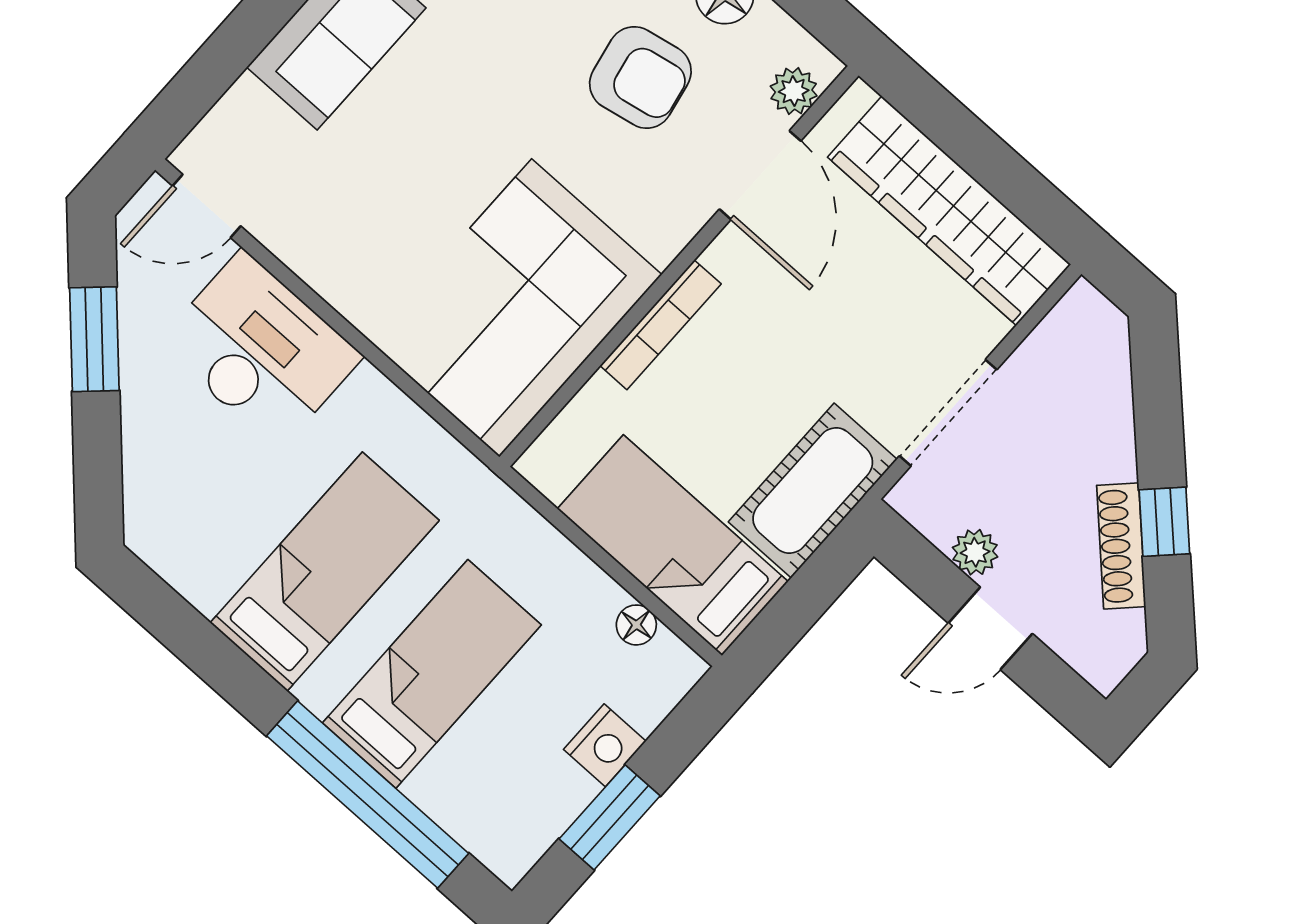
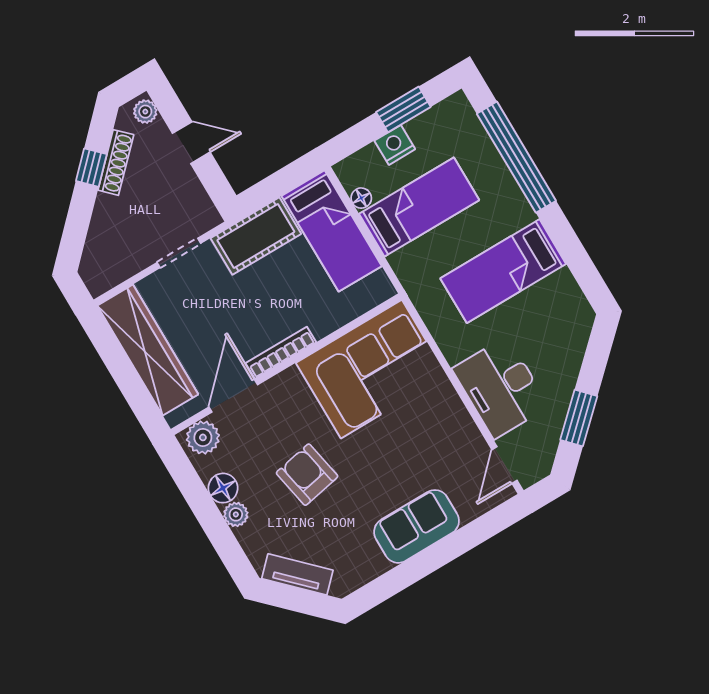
armchair: (640, 77) -> (307, 475), moved
plant: (794, 91) -> (203, 437), width x1.38, depth x1.38
door: (207, 206) -> (505, 465), swing flipped
bookcase: (661, 325) -> (281, 353), moved
doorway: (948, 413) -> (179, 253), width x0.73
plant: (975, 552) -> (145, 112), moved
bed: (432, 674) -> (419, 207), moved, turned 180

